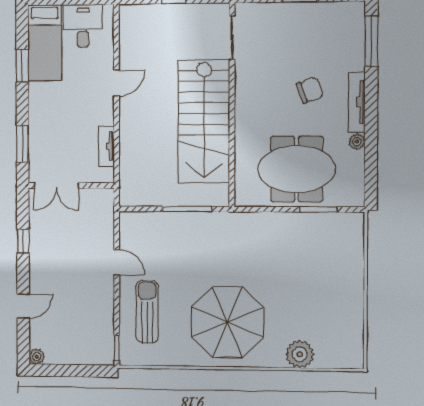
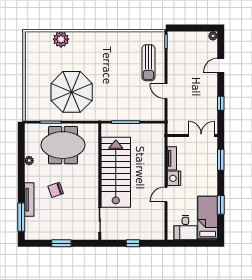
tv unit: (357, 102) -> (29, 200), moved
nightstand: (103, 111) -> (174, 178), added
parasol: (228, 322) -> (72, 92), moved

